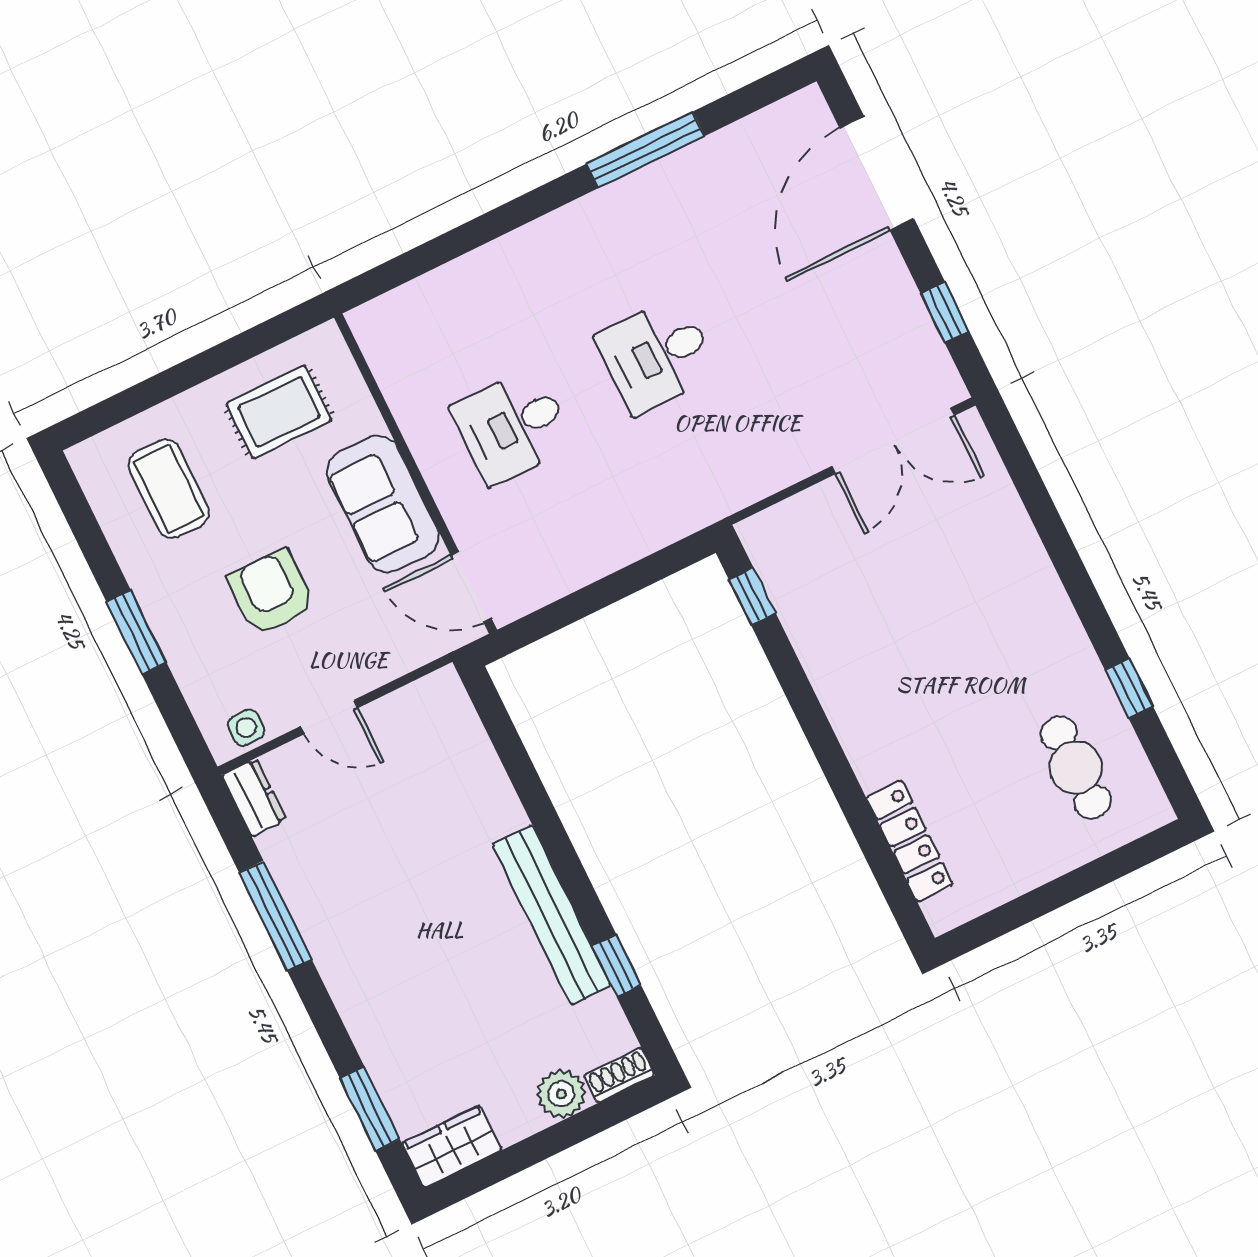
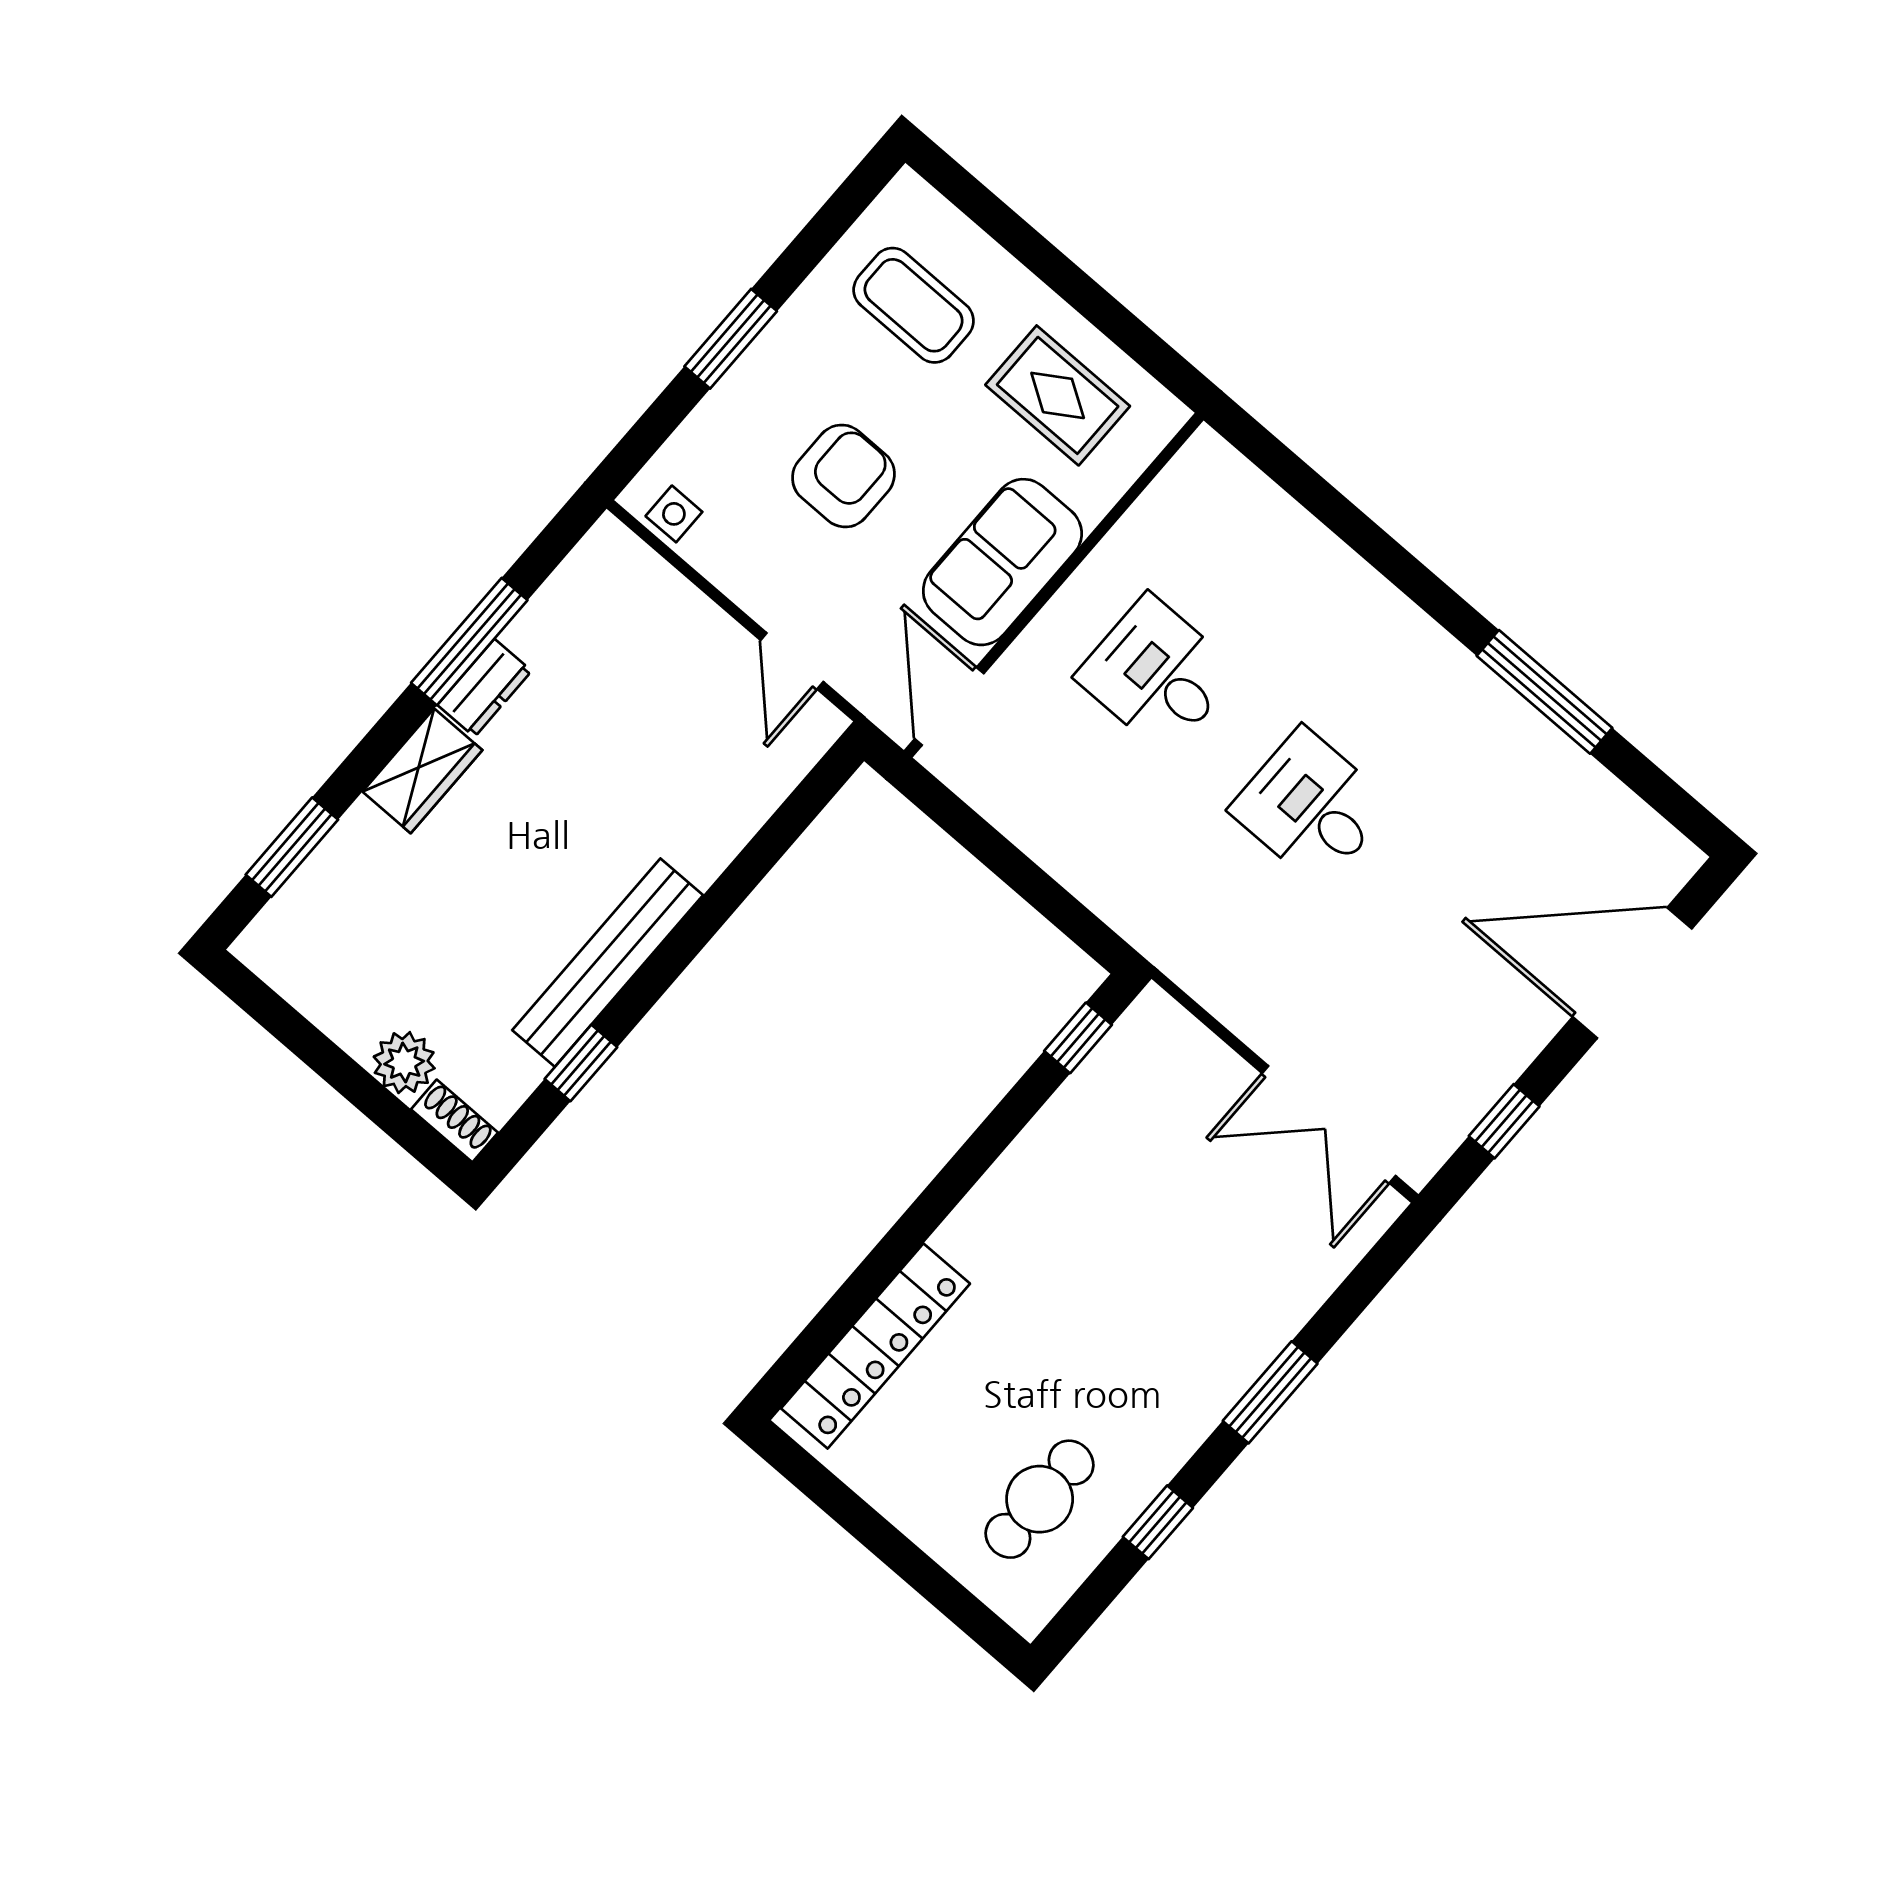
coffee table: (169, 489) -> (914, 305), turned 90
window: (1069, 567) -> (1270, 1392), added
door: (329, 717) -> (792, 661), moved
dresser: (254, 797) -> (484, 688), moved
locker: (910, 841) -> (875, 1346), width x1.41, depth x1.21
wardrobe: (452, 1147) -> (422, 771), moved, turned 90

